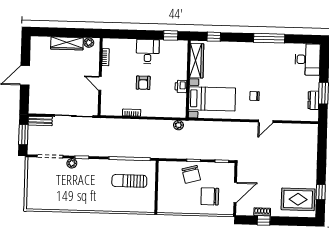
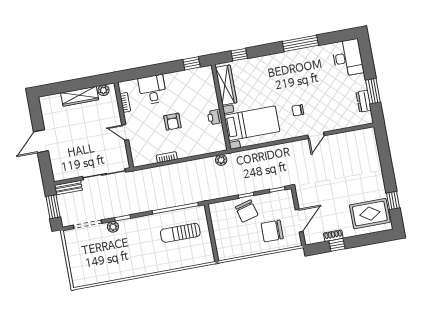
desk: (148, 51) -> (152, 90), moved

